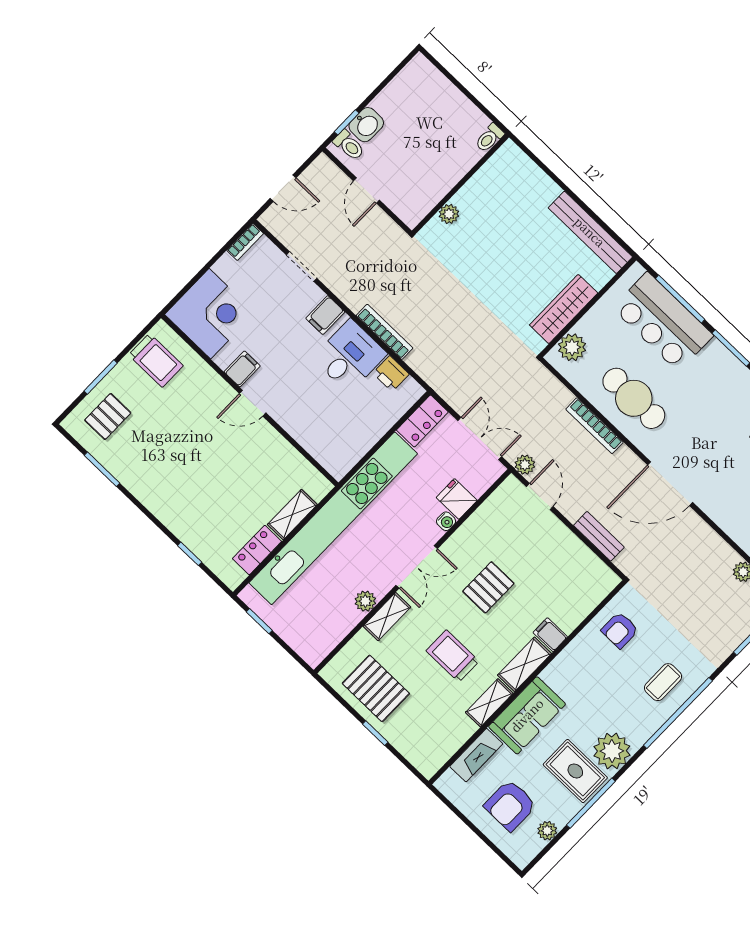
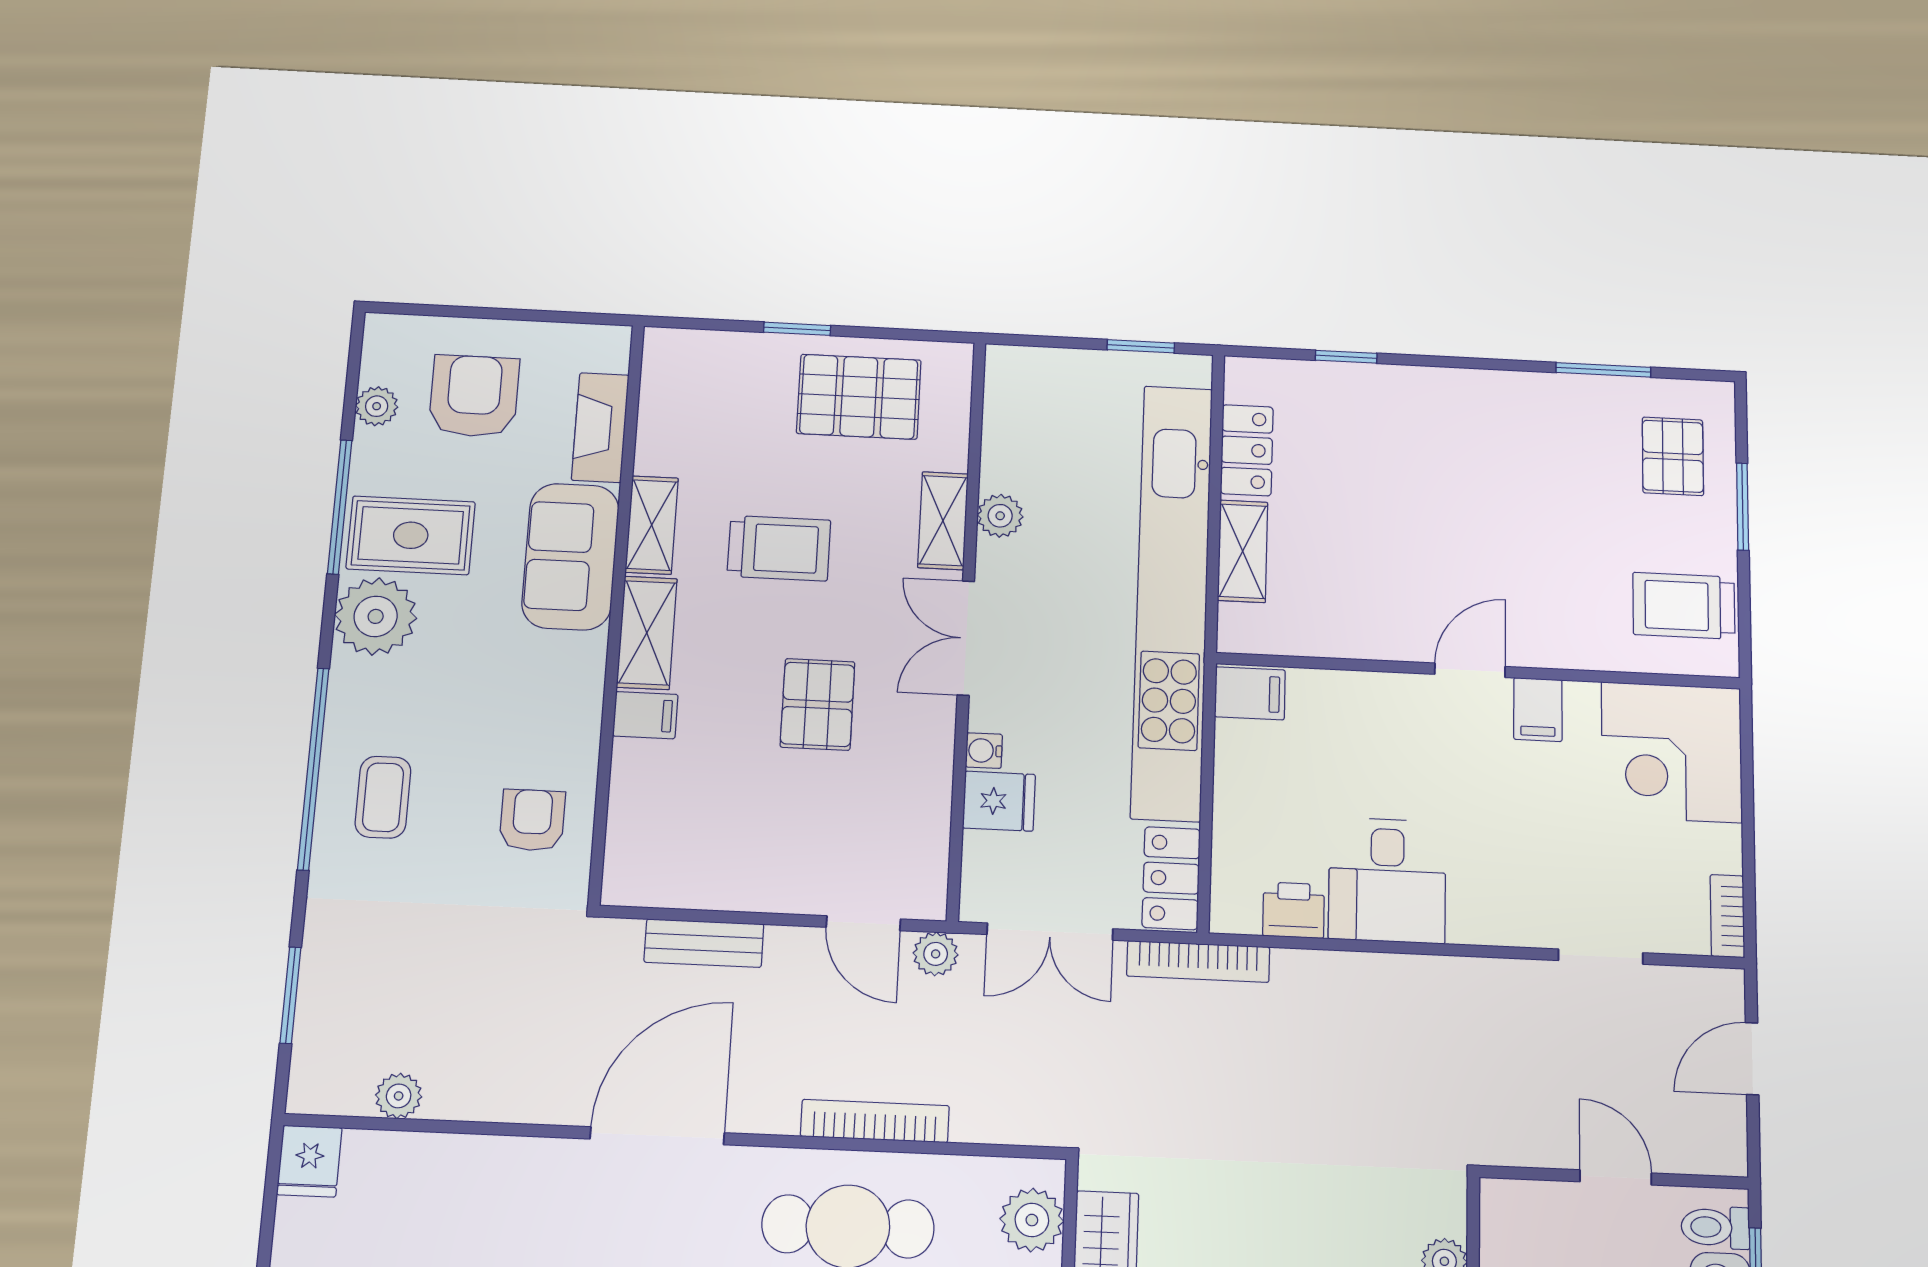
filing cabinet: (325, 315) -> (1250, 693), moved, turned 90
bookcase: (385, 332) -> (1198, 962), moved

